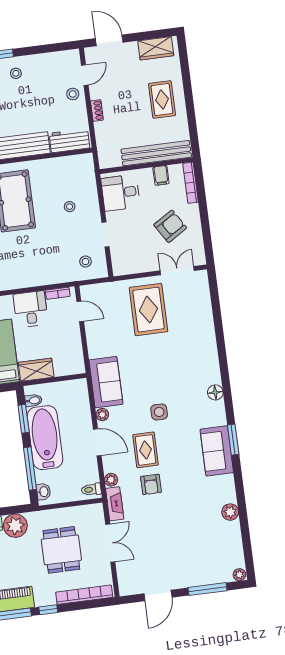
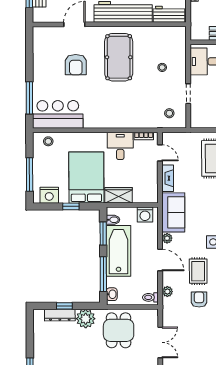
washing machine: (72, 389) -> (145, 215), added
armchair: (151, 484) -> (199, 300), turned 180
fireplace: (115, 504) -> (168, 178), moved
dining table: (61, 550) -> (119, 330), moved

